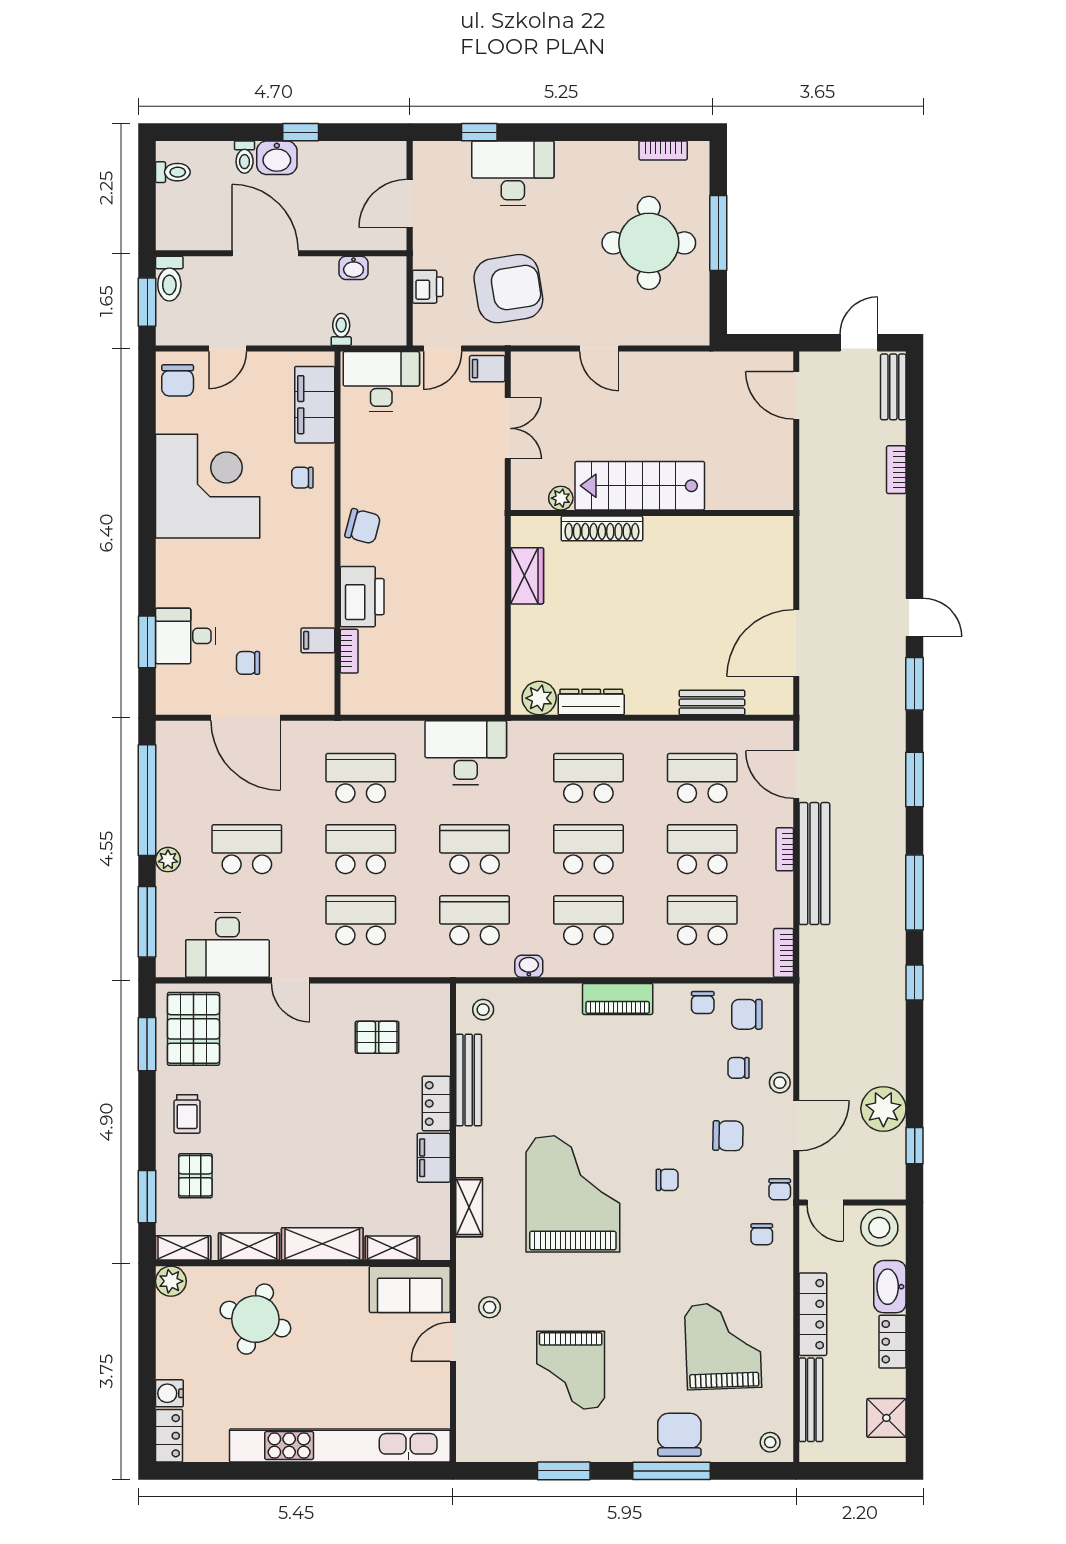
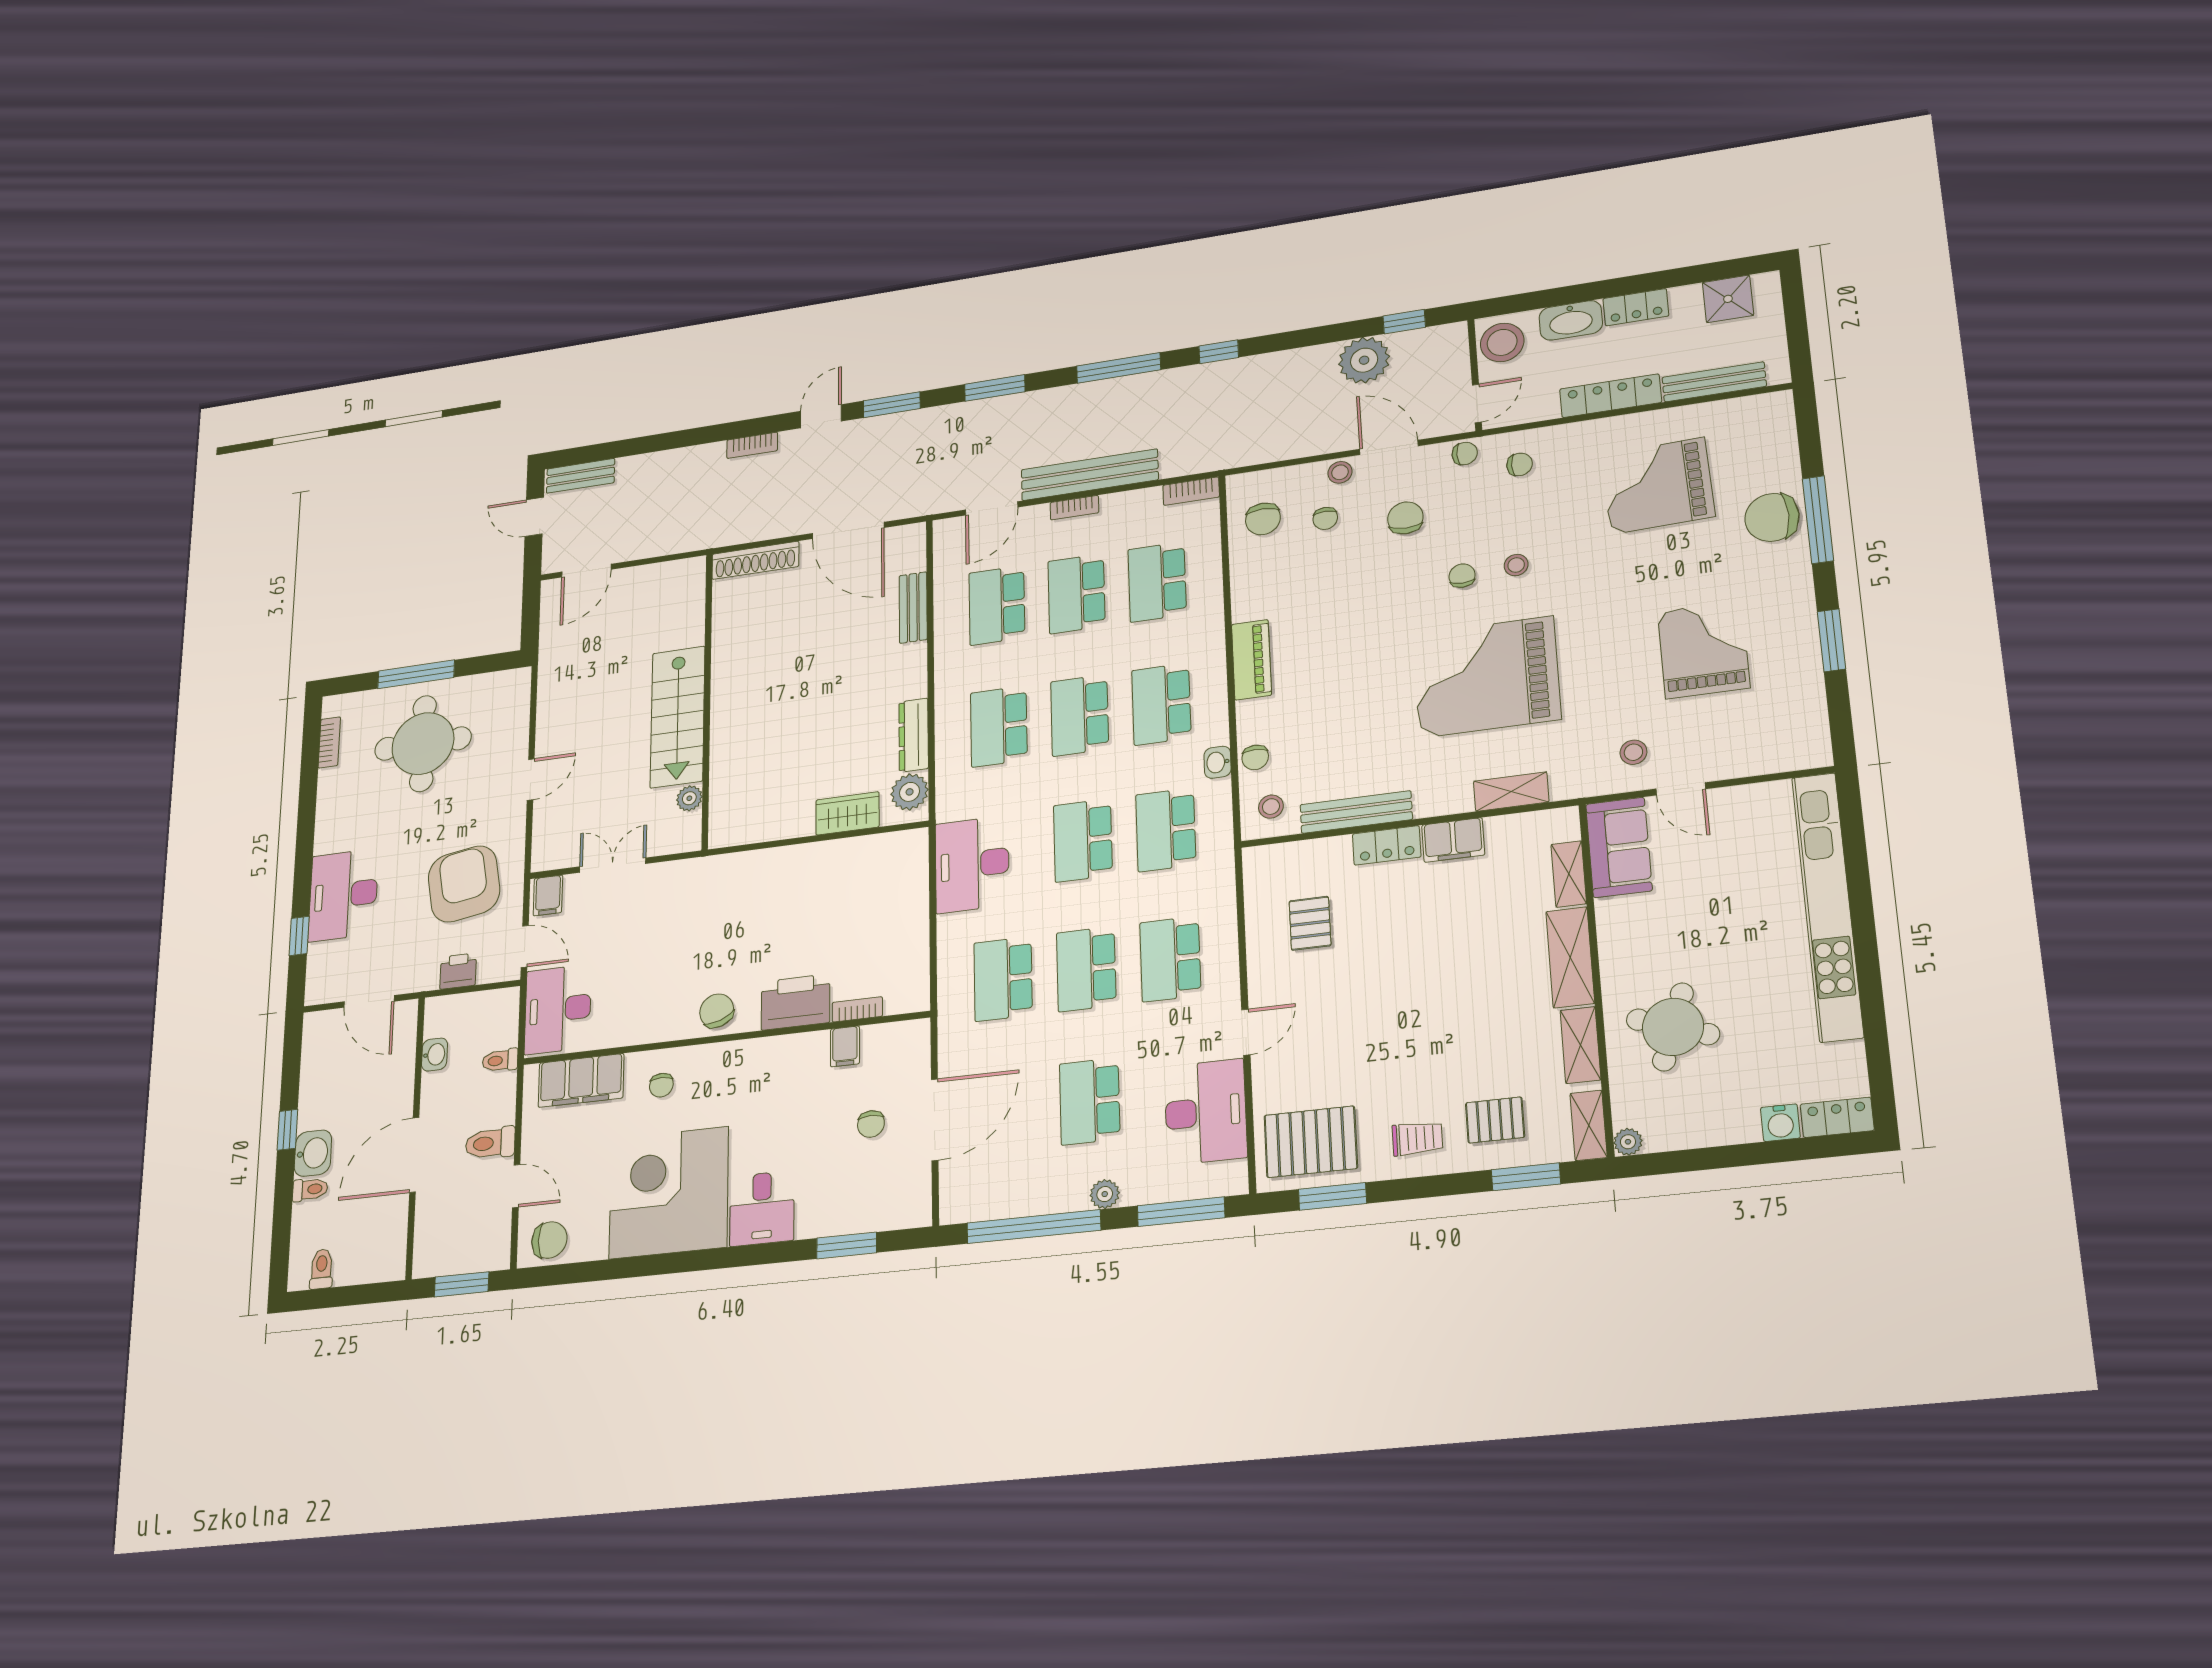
toilet: (169, 279) -> (490, 1143), moved, turned 180
bookcase: (896, 470) -> (752, 445), moved
chair: (363, 526) -> (717, 1011), turned -35
shoe rack: (602, 528) -> (755, 560), moved, turned 90
wardrobe: (527, 576) -> (848, 813), moved
desk: (186, 636) -> (762, 1208), moved
chair: (703, 1003) -> (1255, 757), moved, turned 90
plant: (171, 1281) -> (1628, 1142), width x0.73, depth x0.73
grand piano: (571, 1370) -> (1704, 650), turned -90
stool: (770, 1442) -> (1516, 565), moved

